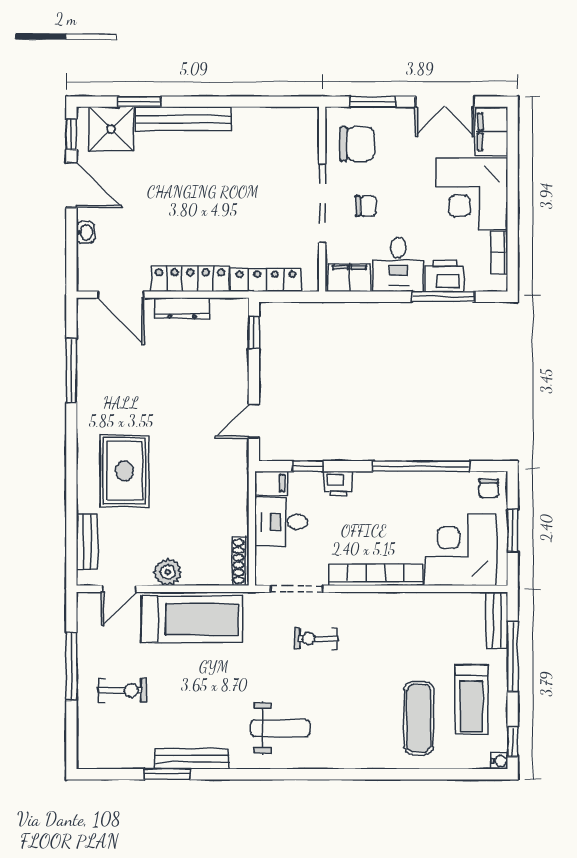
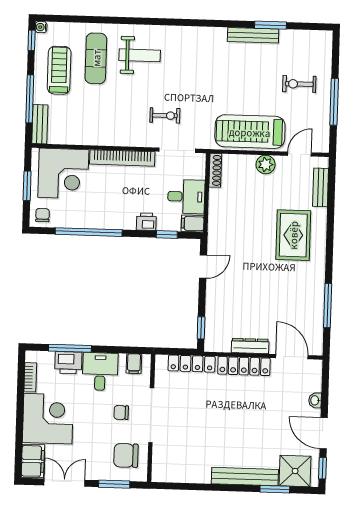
filing cabinet: (350, 277) -> (134, 364), width x0.50
weight bench: (280, 728) -> (140, 55), moved, turned 180

